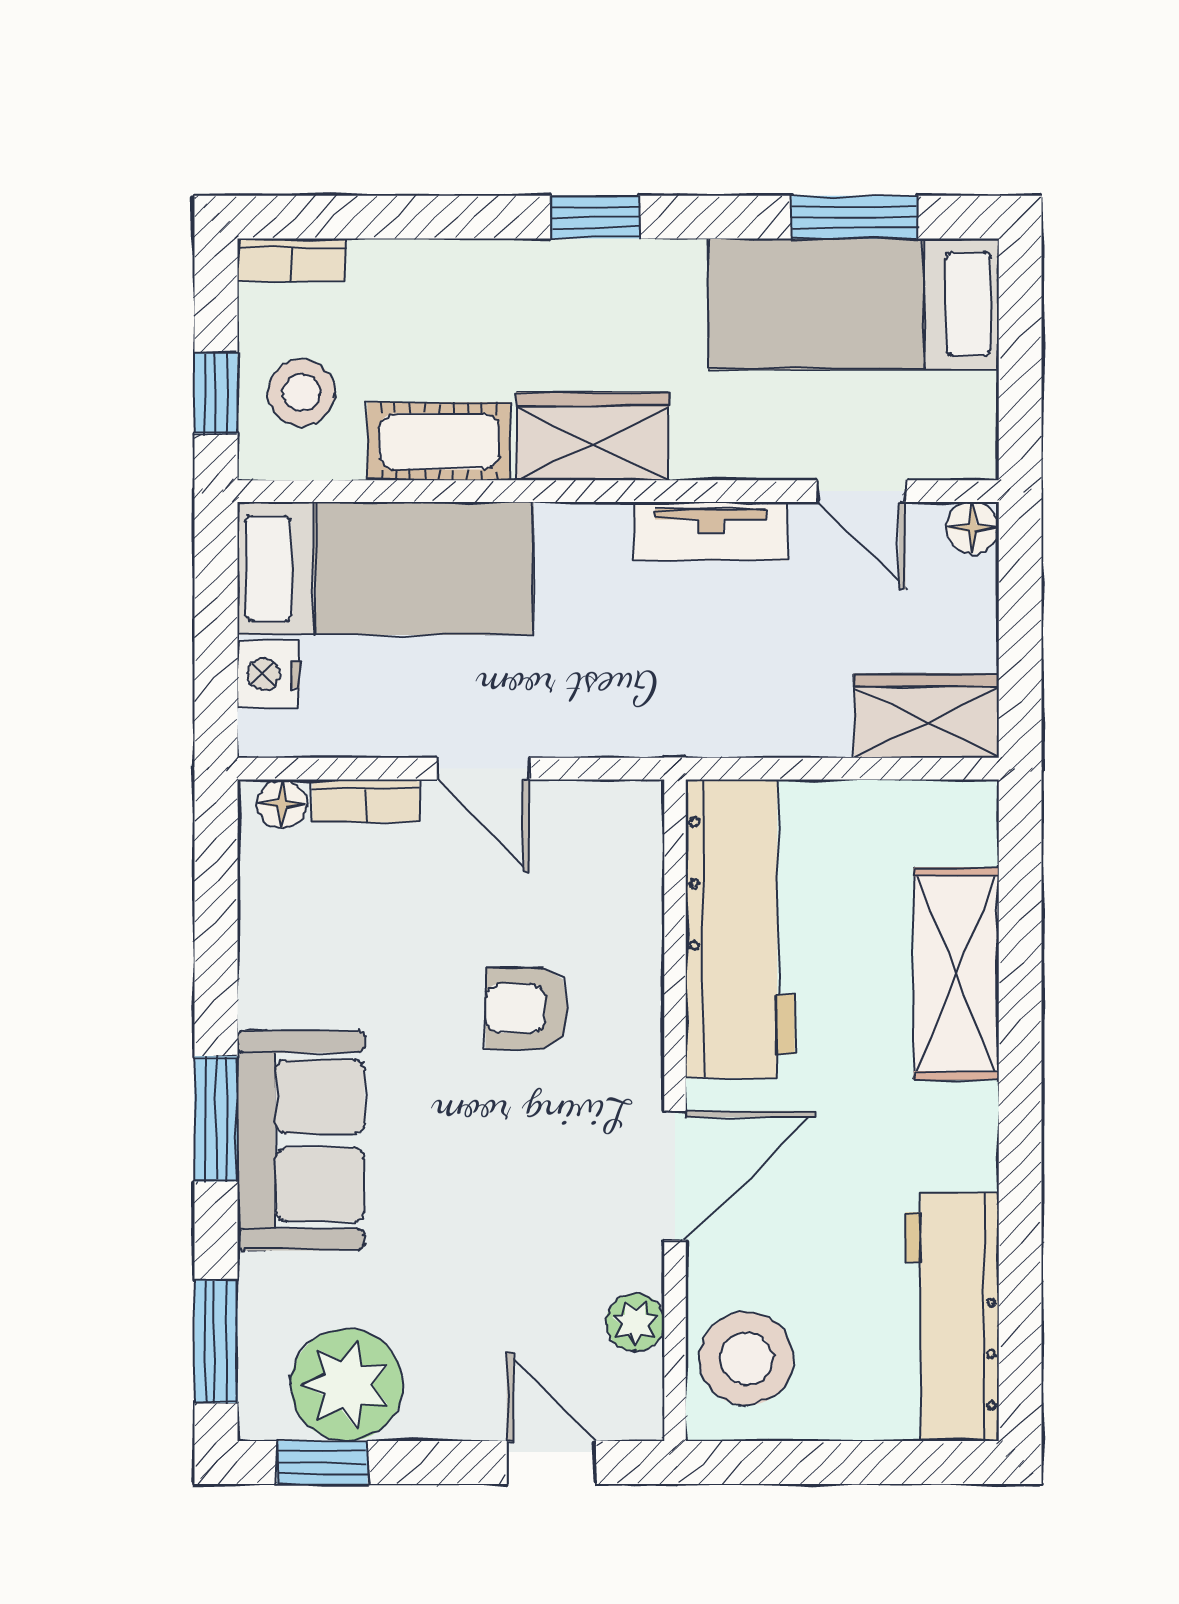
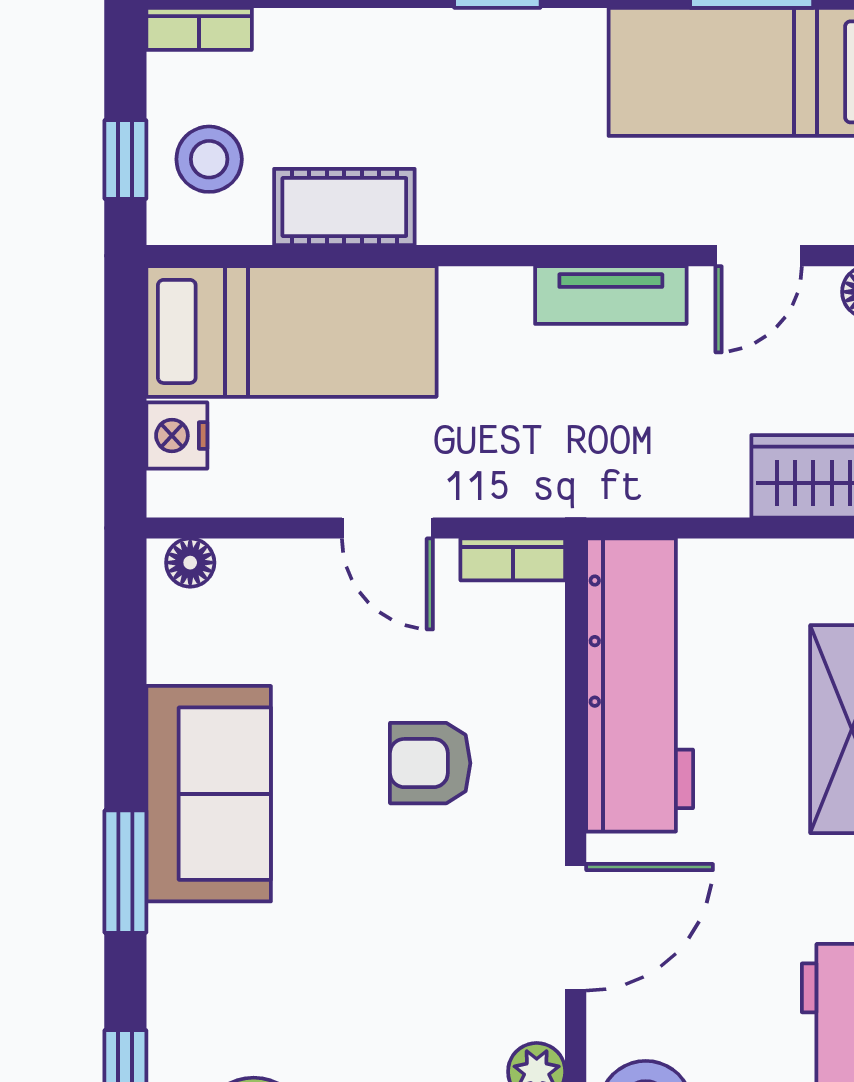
wardrobe: (592, 436) -> (495, 202), removed
door: (861, 491) -> (759, 256), hinge flipped
bookcase: (366, 801) -> (513, 559), moved
sofa: (301, 1141) -> (209, 794), moved

